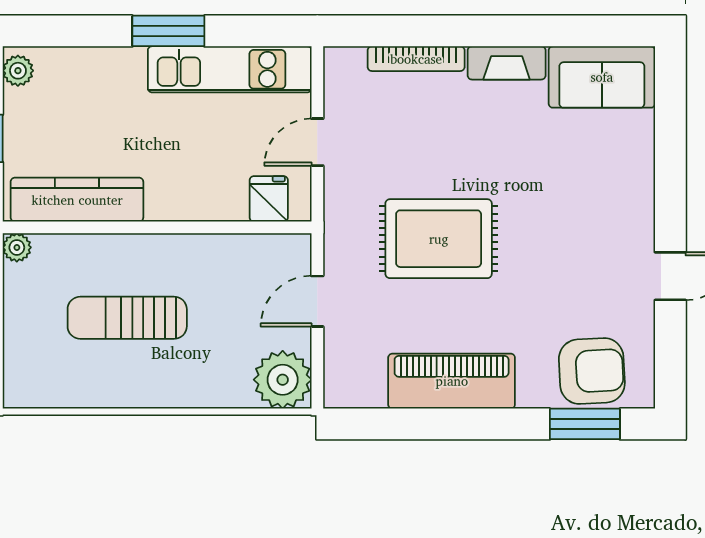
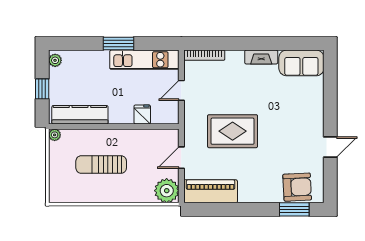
bookcase: (416, 59) -> (204, 55), moved
fridge: (269, 199) -> (142, 114), moved
piano: (452, 381) -> (211, 191), moved

